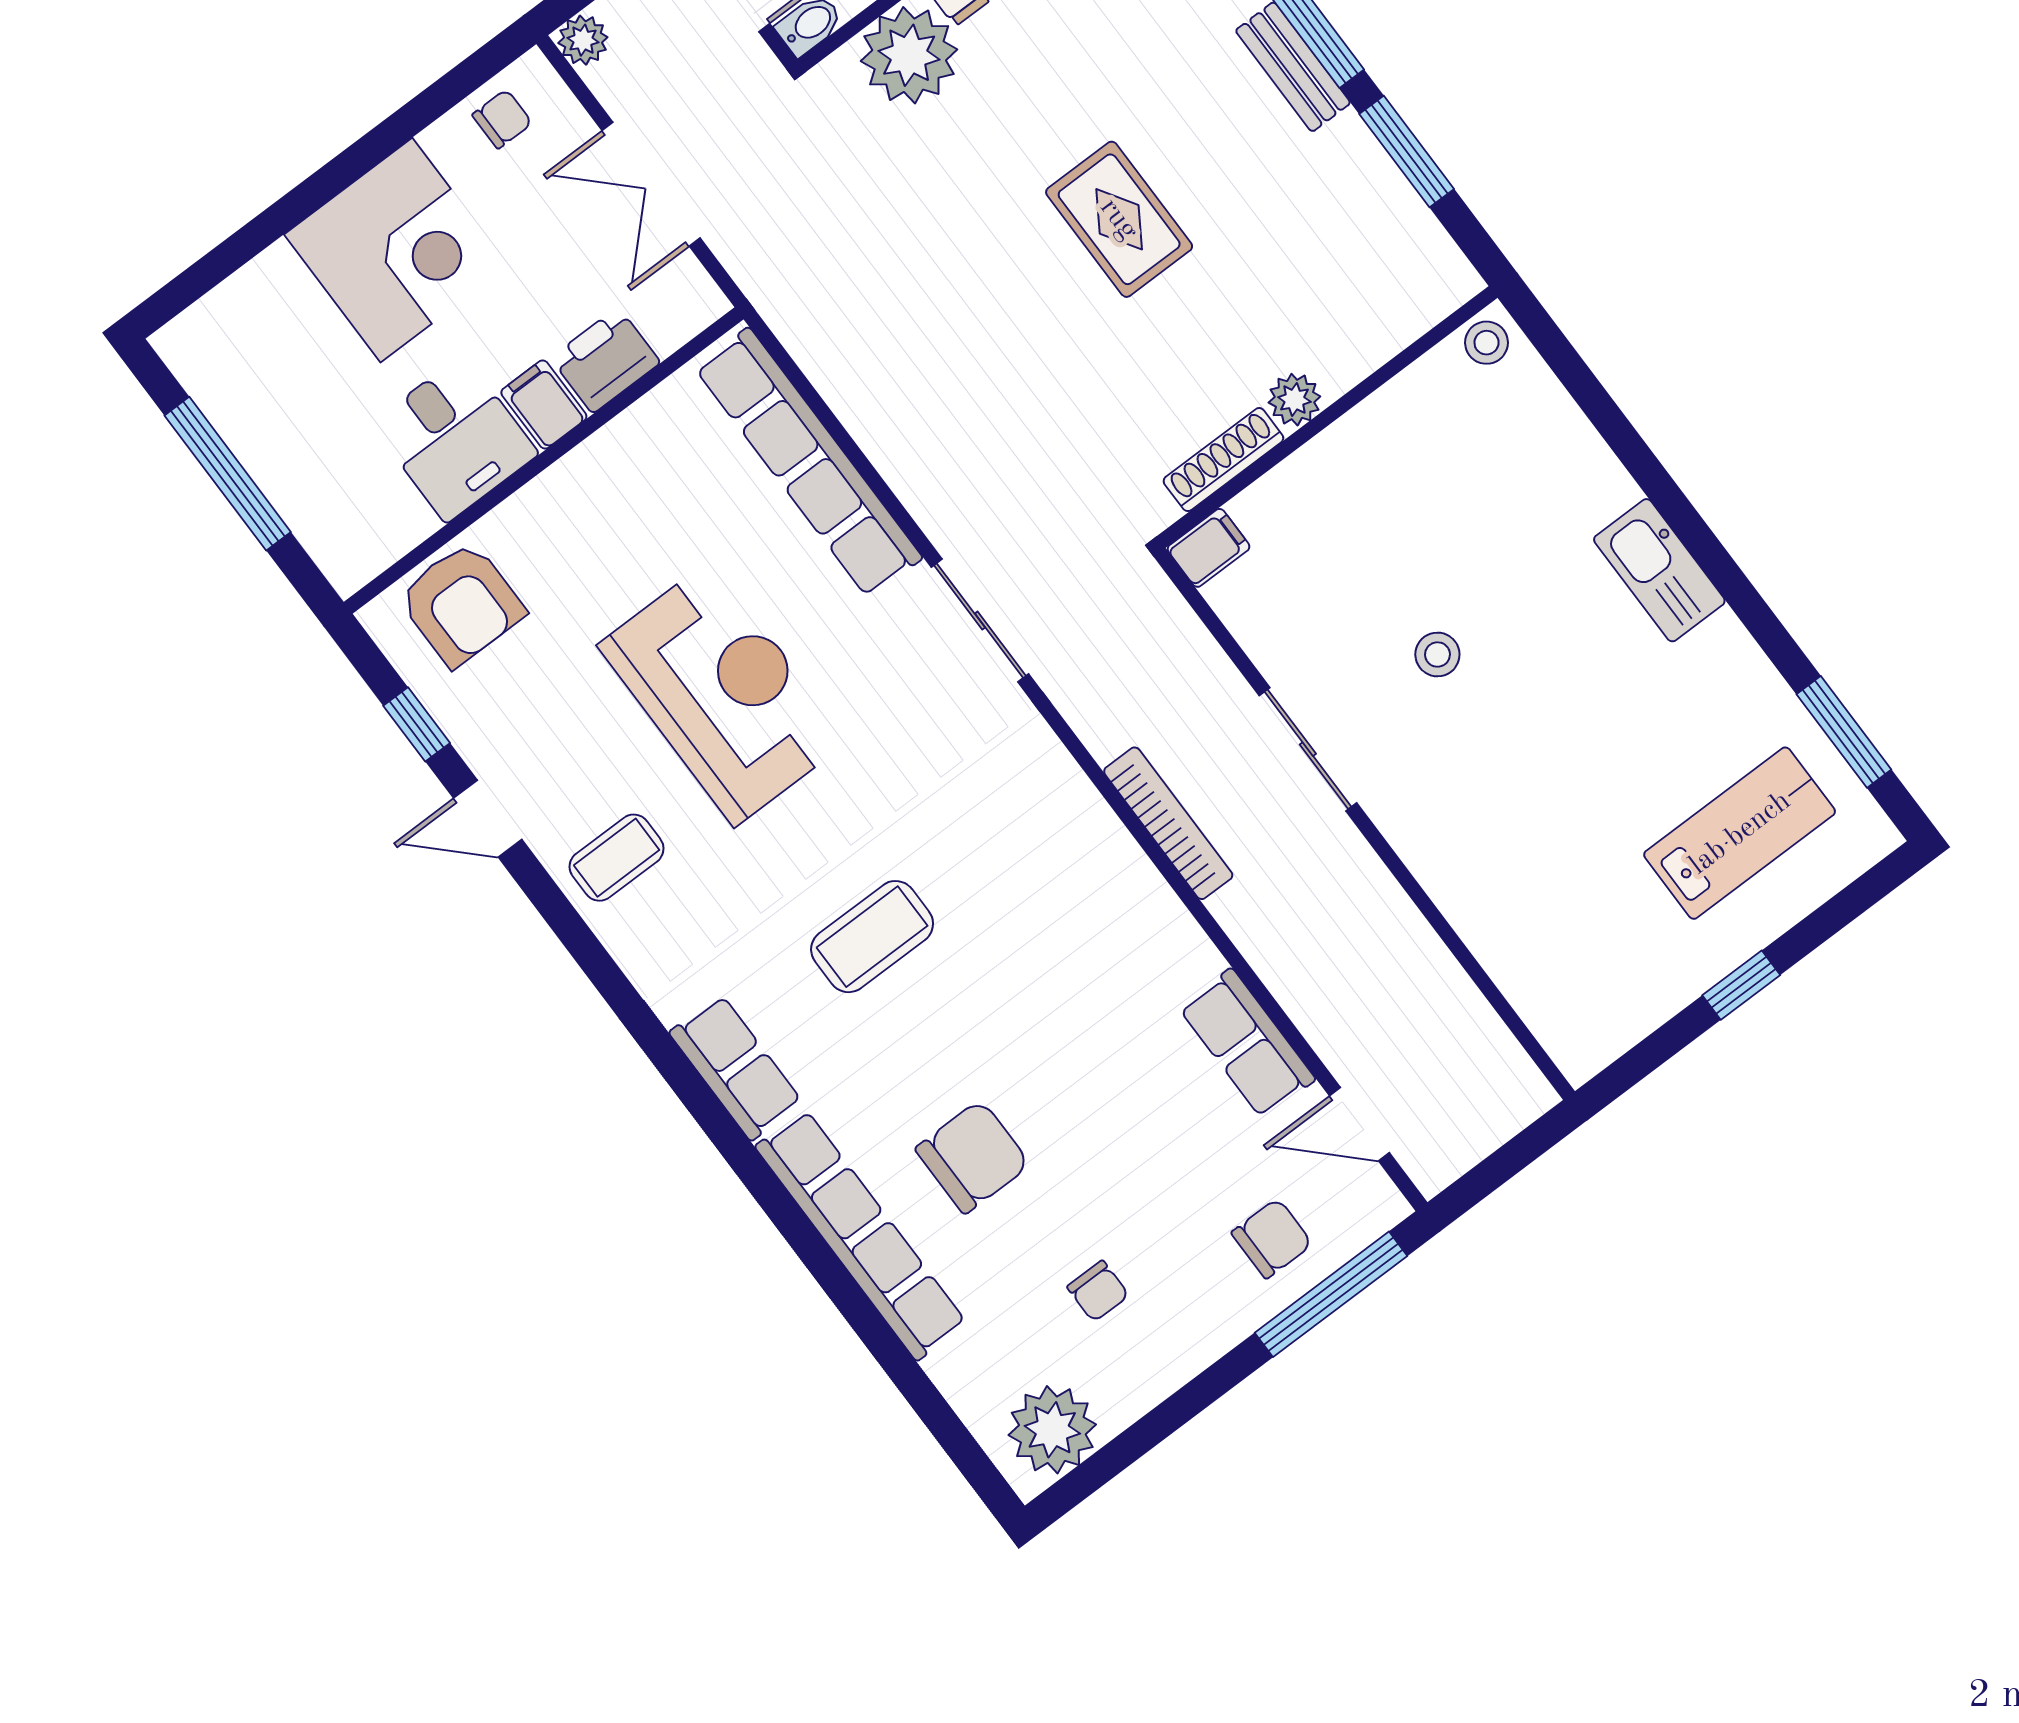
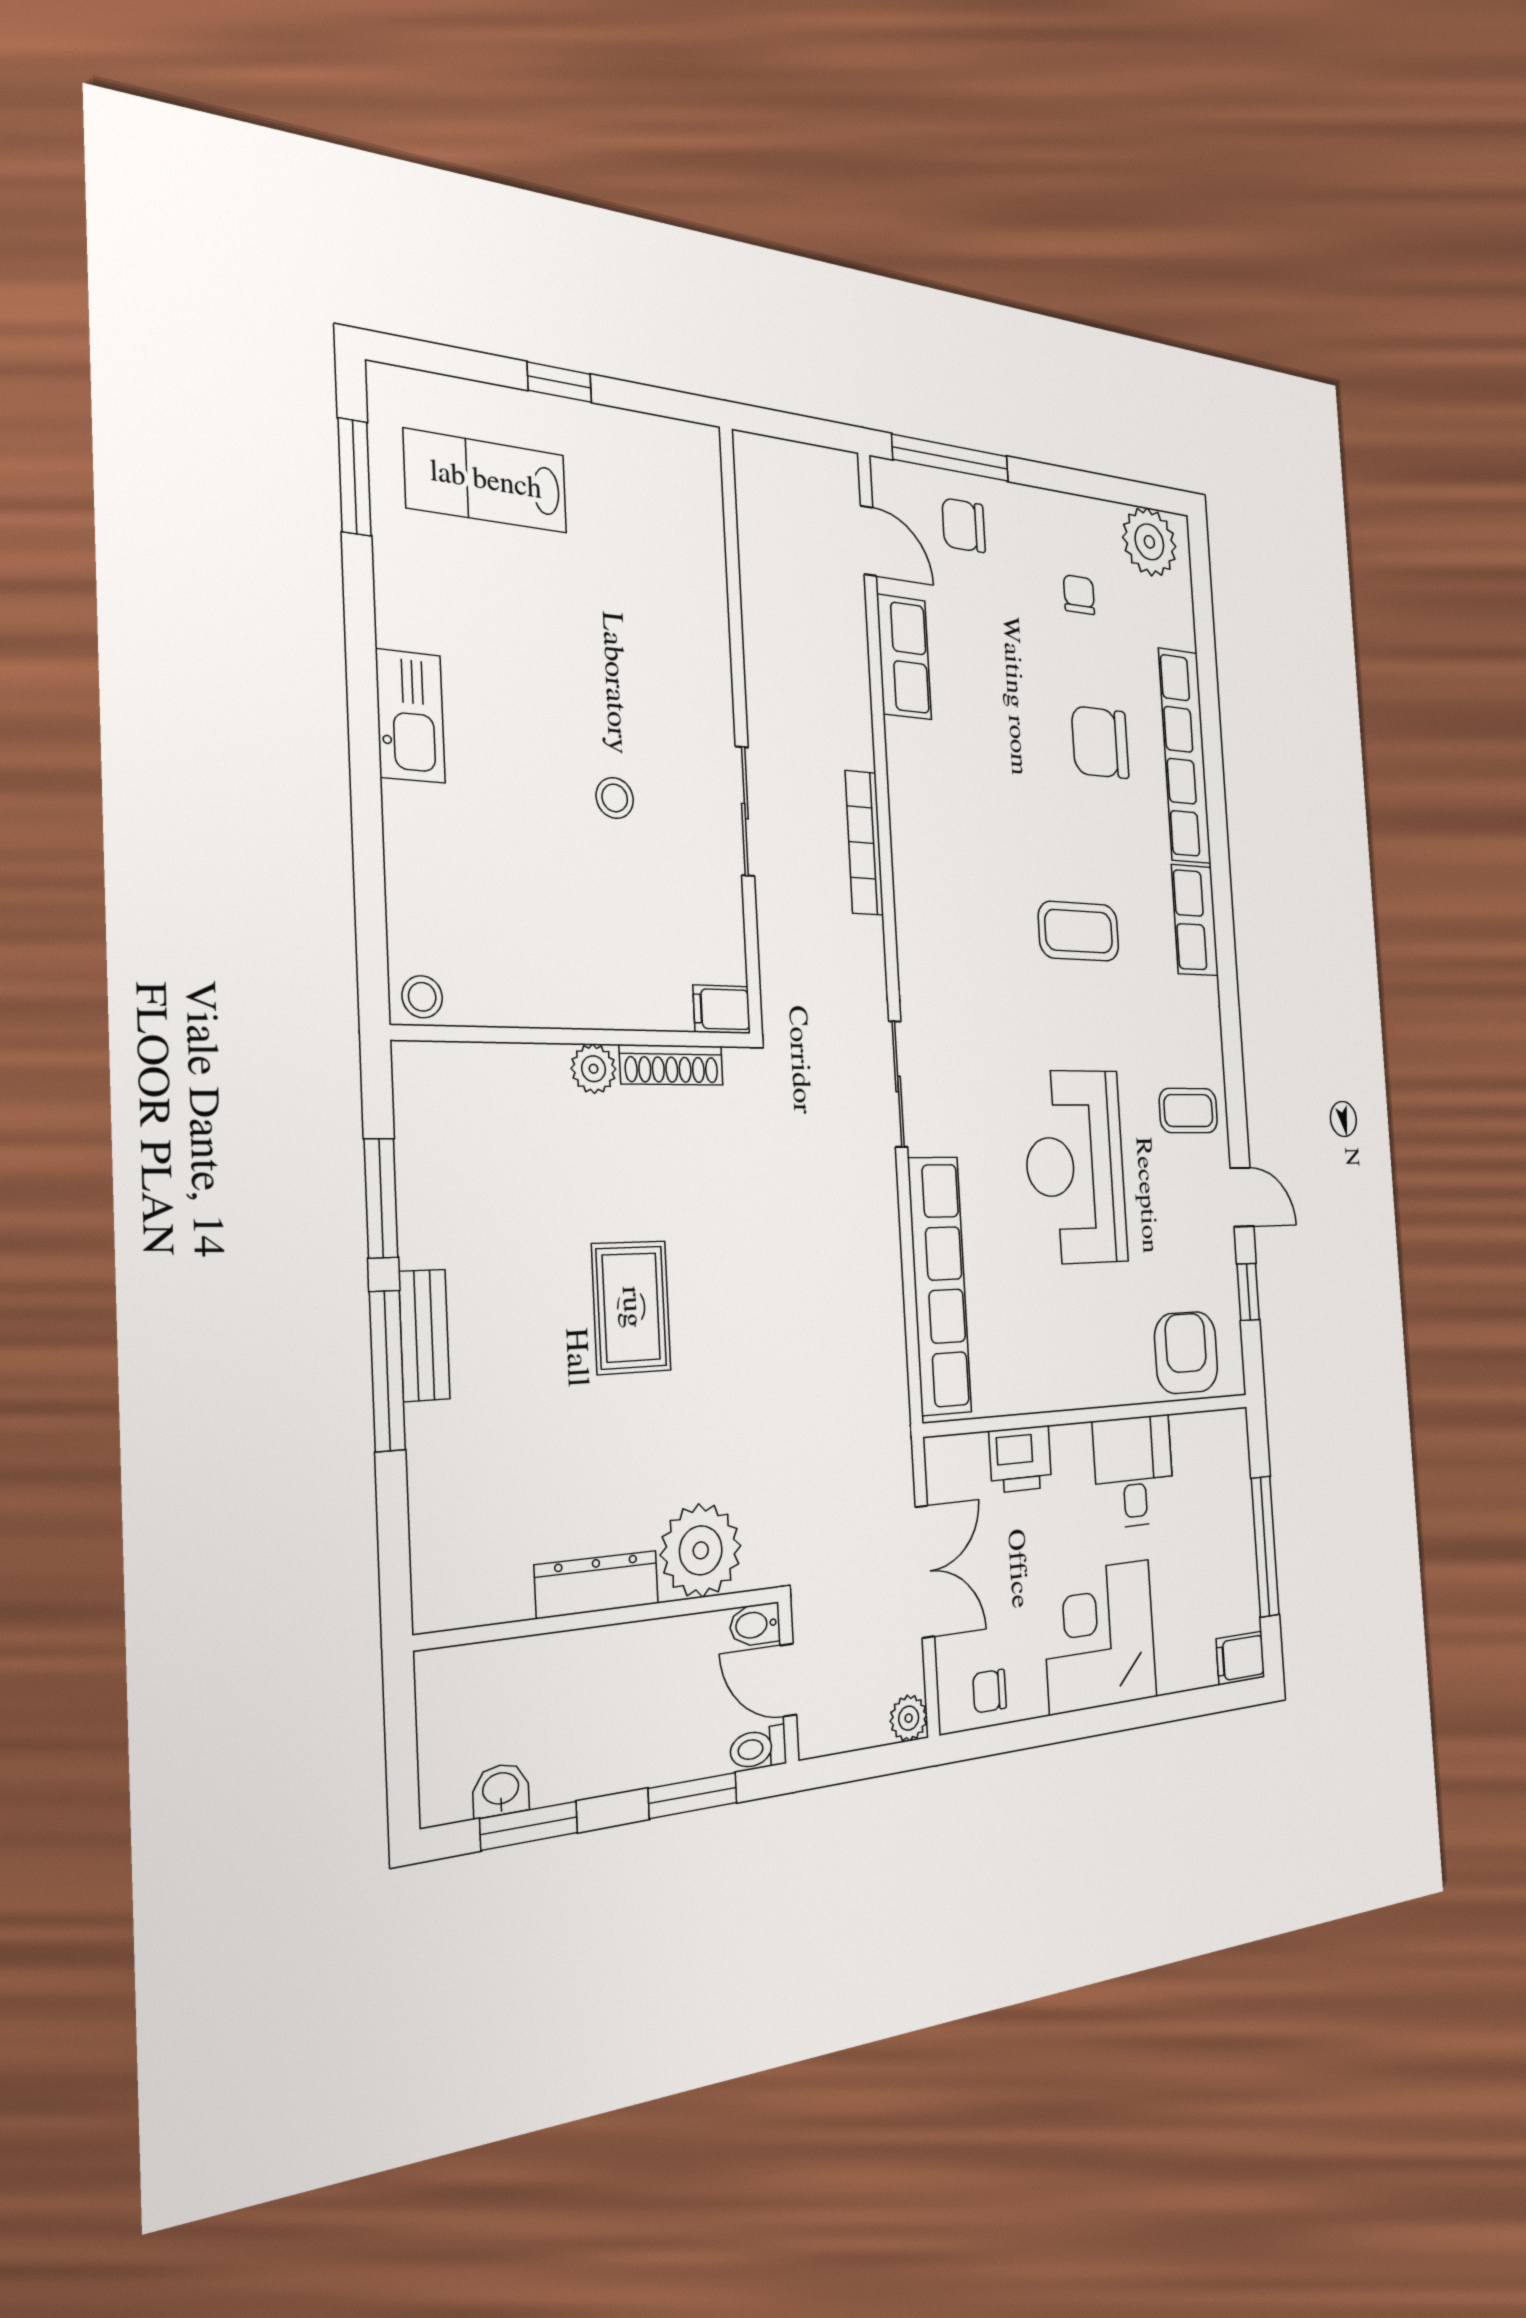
filing cabinet: (544, 405) -> (1240, 1658), moved, turned 90

